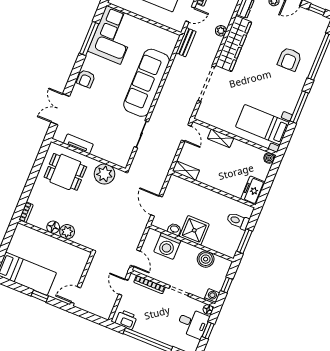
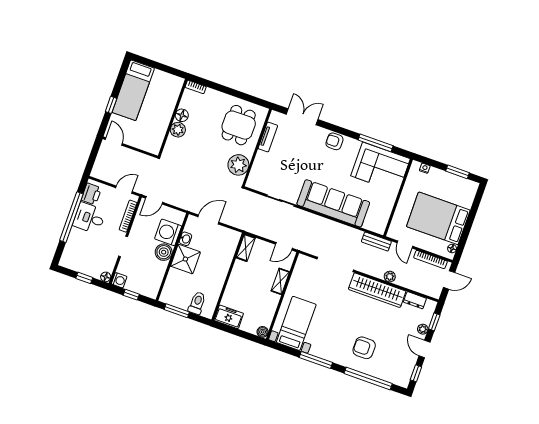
boiler: (206, 259) -> (164, 252), moved
desk: (193, 323) -> (89, 218), moved, turned 90

